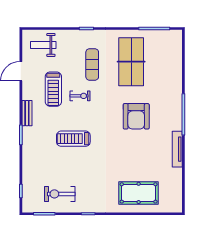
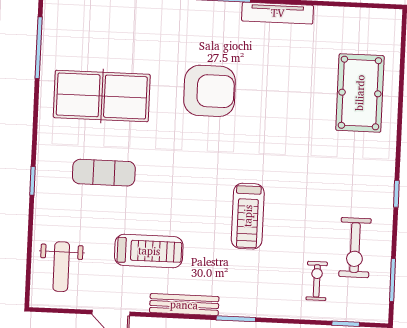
exercise bike: (80, 96) -> (317, 281), moved
bench: (27, 113) -> (184, 305), width x1.36

